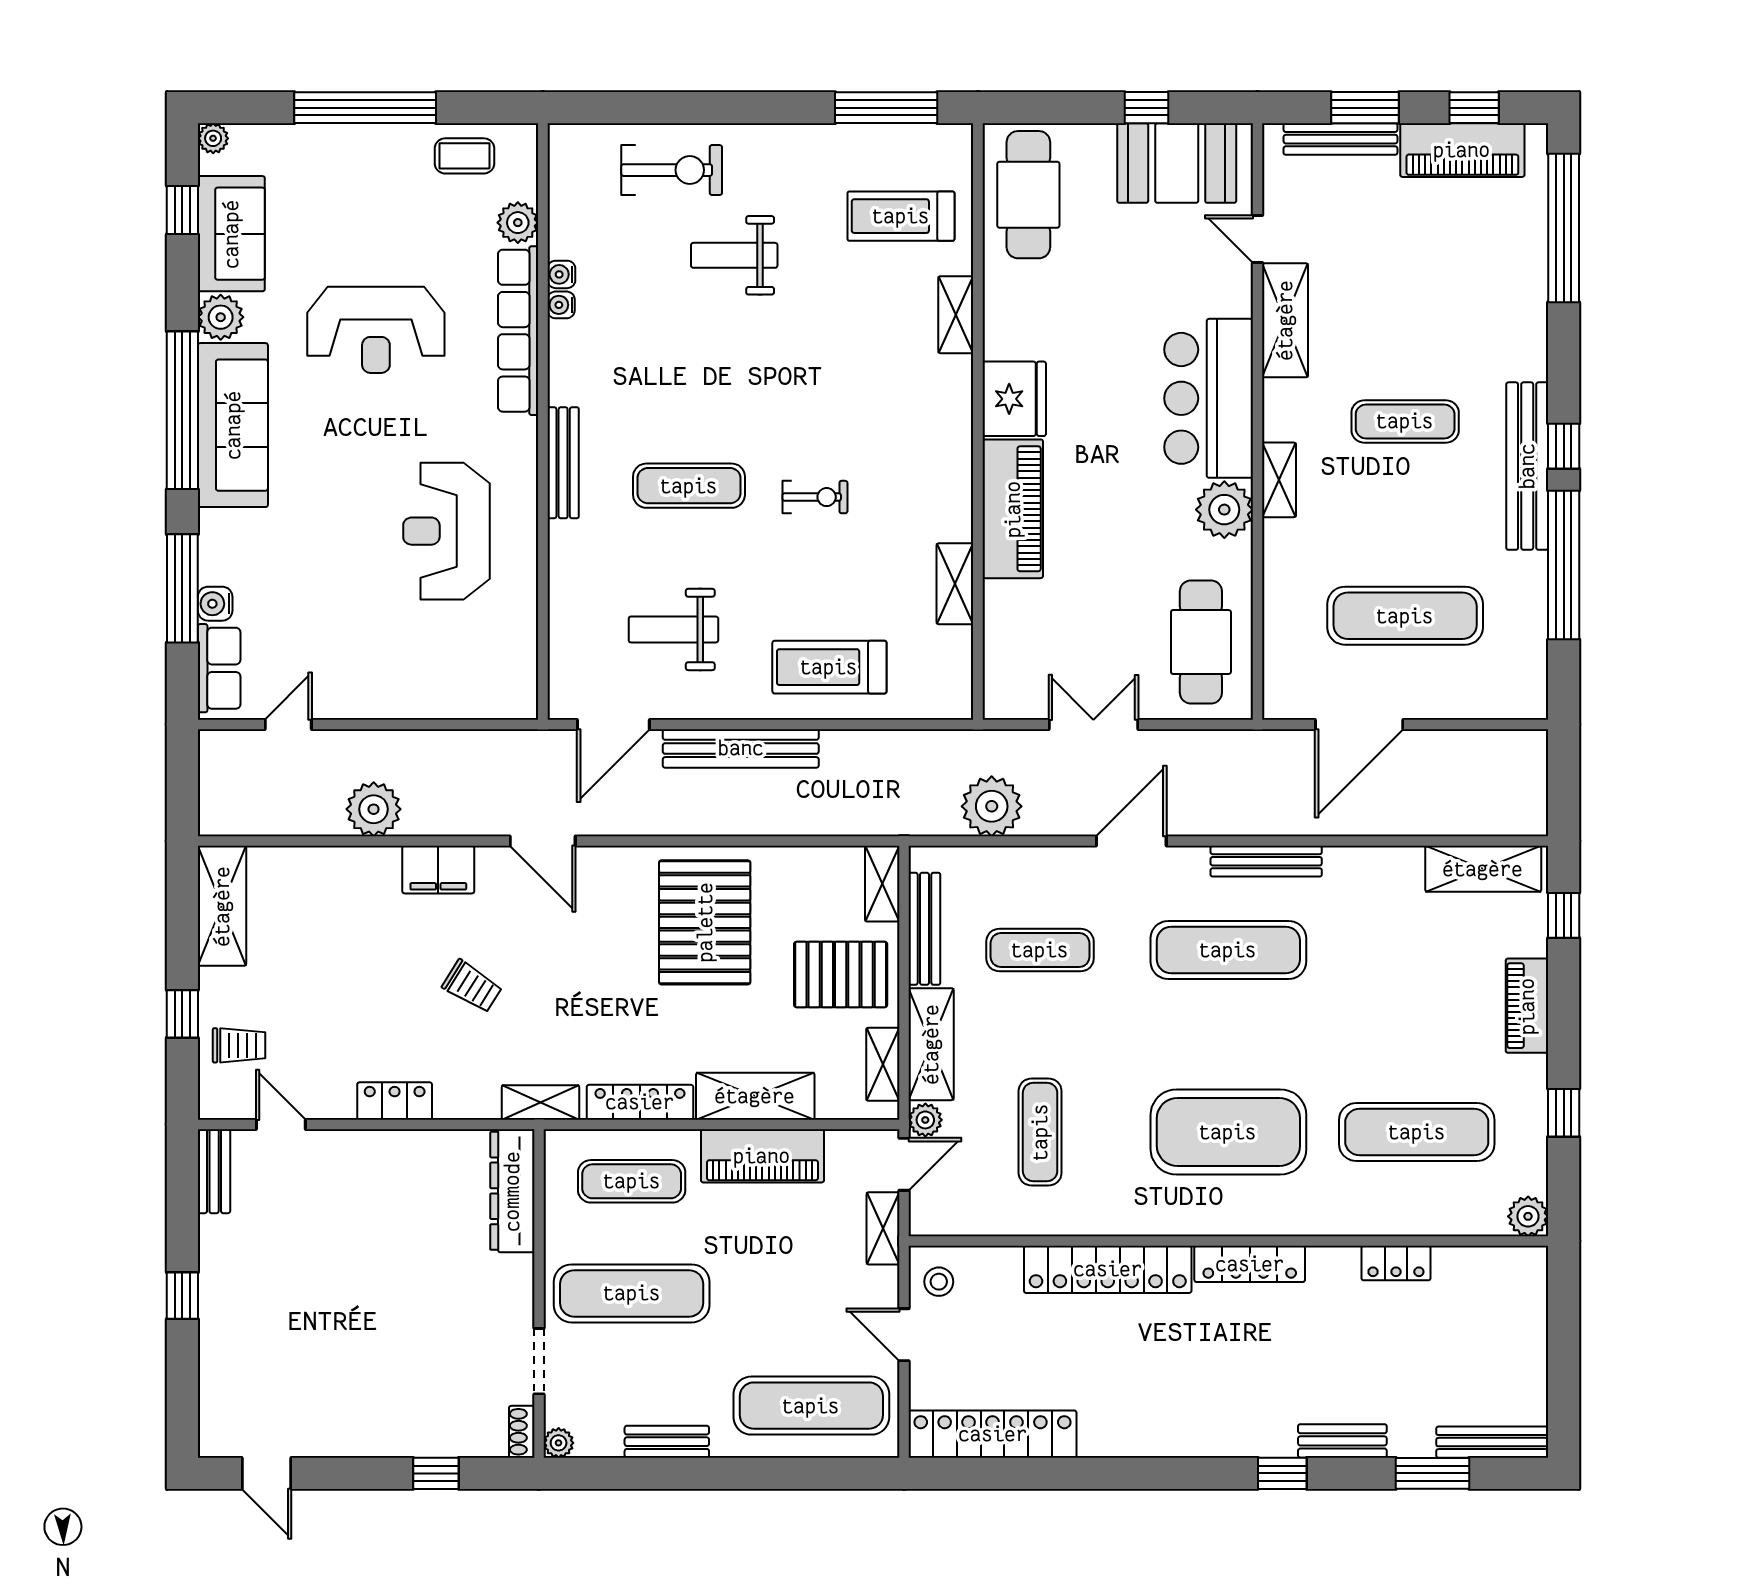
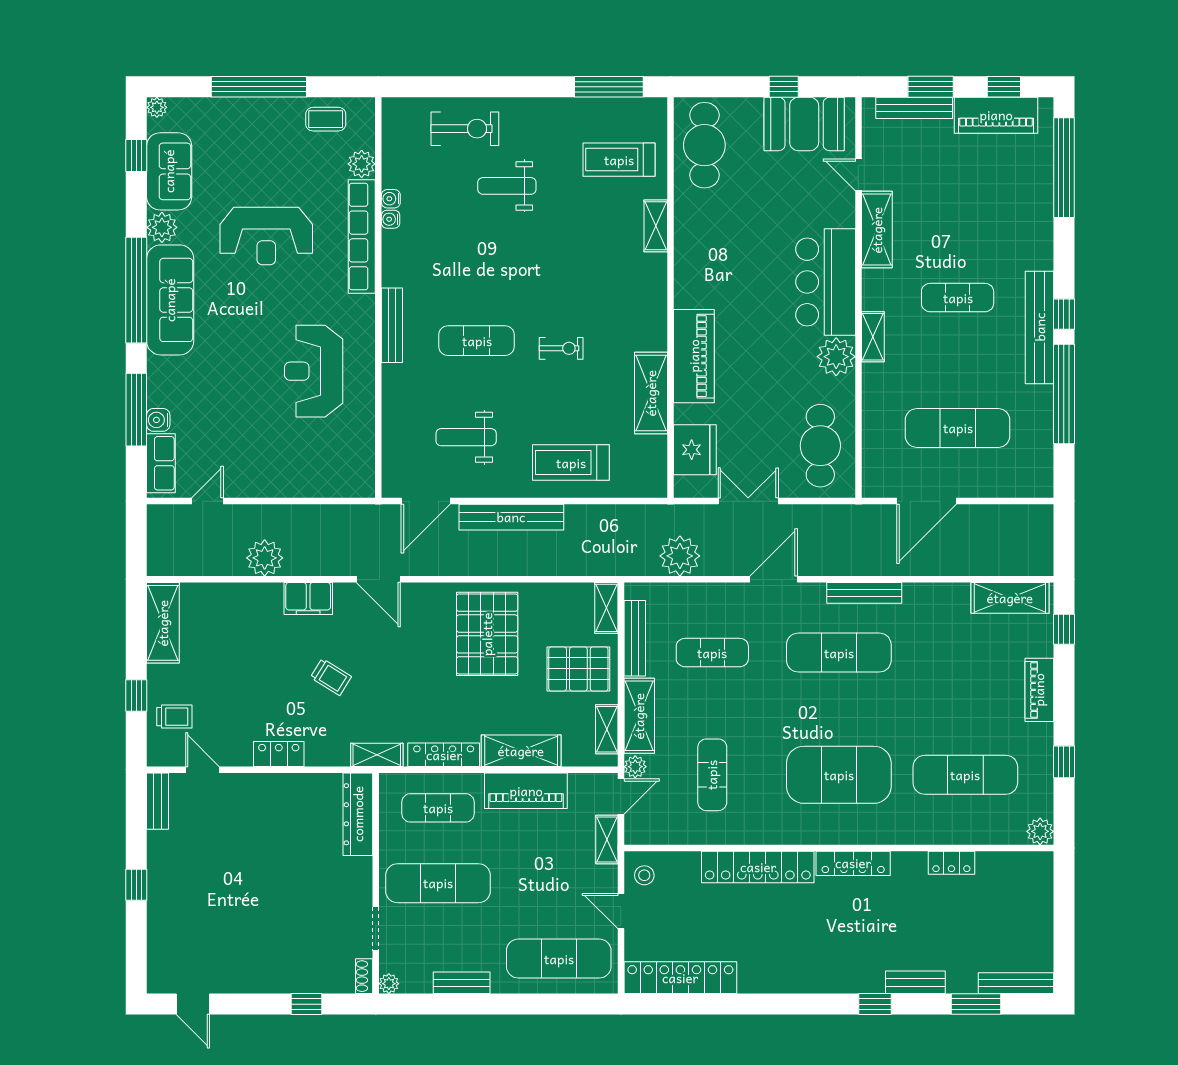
fridge: (1014, 399) -> (695, 450), moved
shelving: (955, 584) -> (651, 393), width x1.50, depth x1.33

